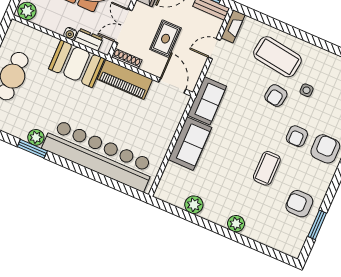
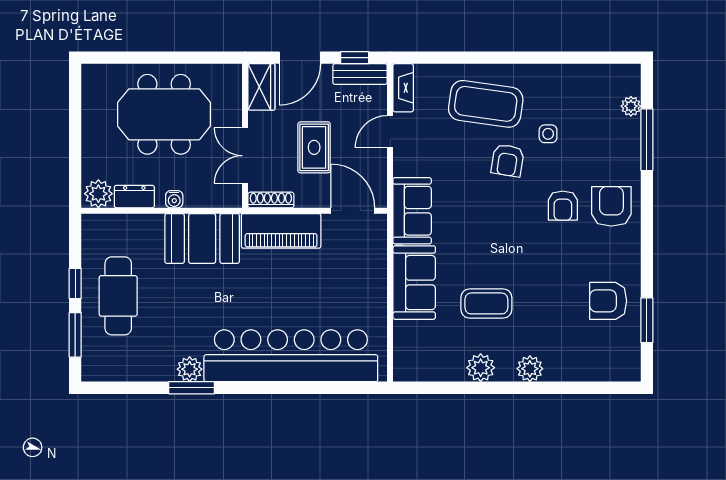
dresser: (89, 40) -> (134, 197), moved
coffee table: (267, 168) -> (486, 303), moved, turned 90
plant: (194, 205) -> (481, 368), moved

